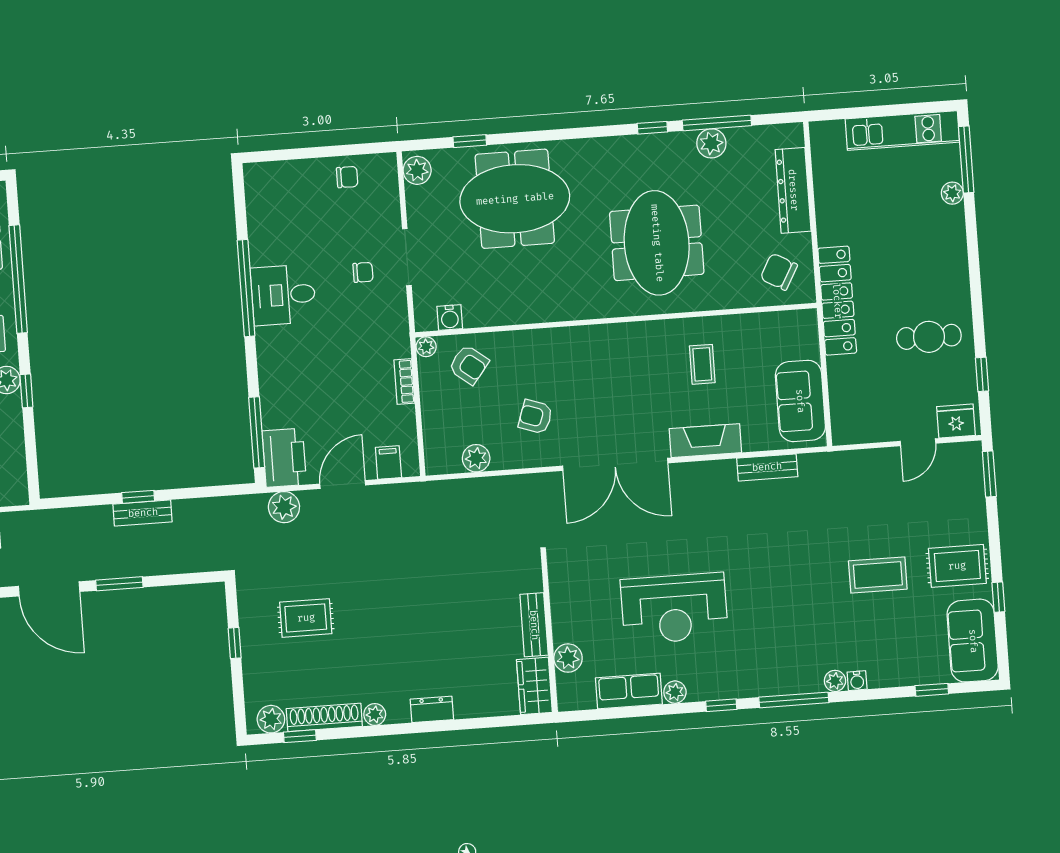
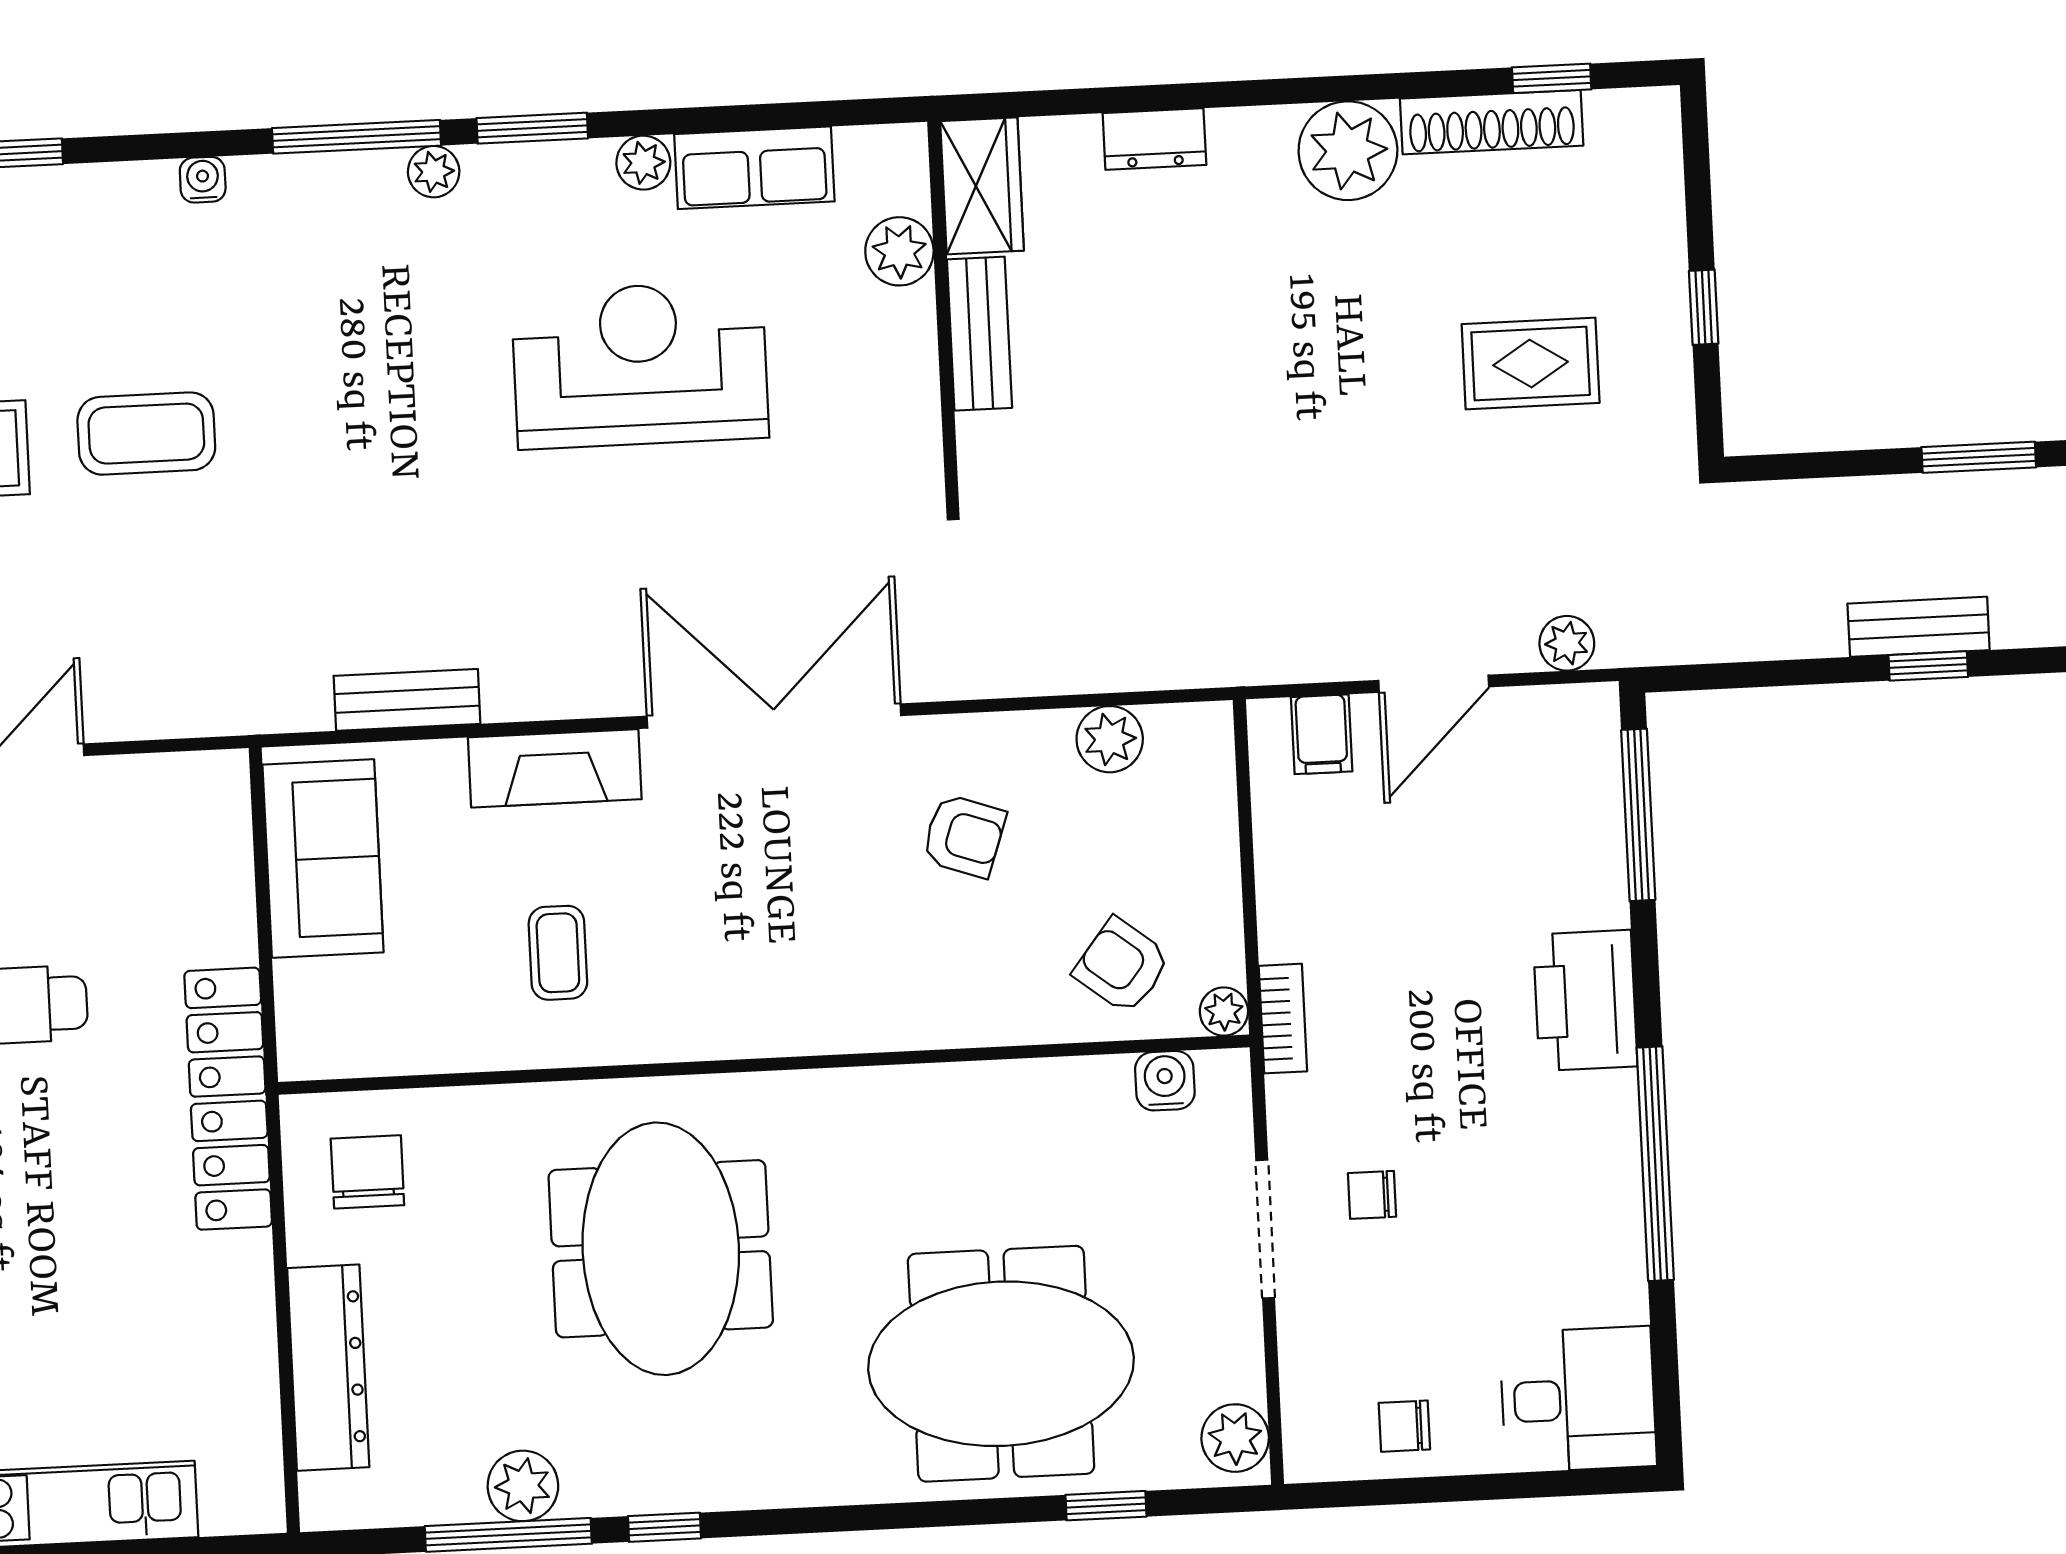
chair: (779, 272) -> (367, 1172), turned -119
desk: (283, 295) -> (1578, 1399), moved
bookcase: (404, 382) -> (1283, 1019), moved
printer: (284, 458) -> (1585, 1000), moved
plant: (284, 507) -> (1567, 643), width x0.73, depth x0.73
plant: (835, 681) -> (434, 172), moved
window: (721, 705) -> (532, 128), width x1.50
dresser: (432, 709) -> (1154, 139), moved
plant: (375, 714) -> (1348, 151), width x1.88, depth x1.88
plant: (271, 719) -> (1621, 121), removed

